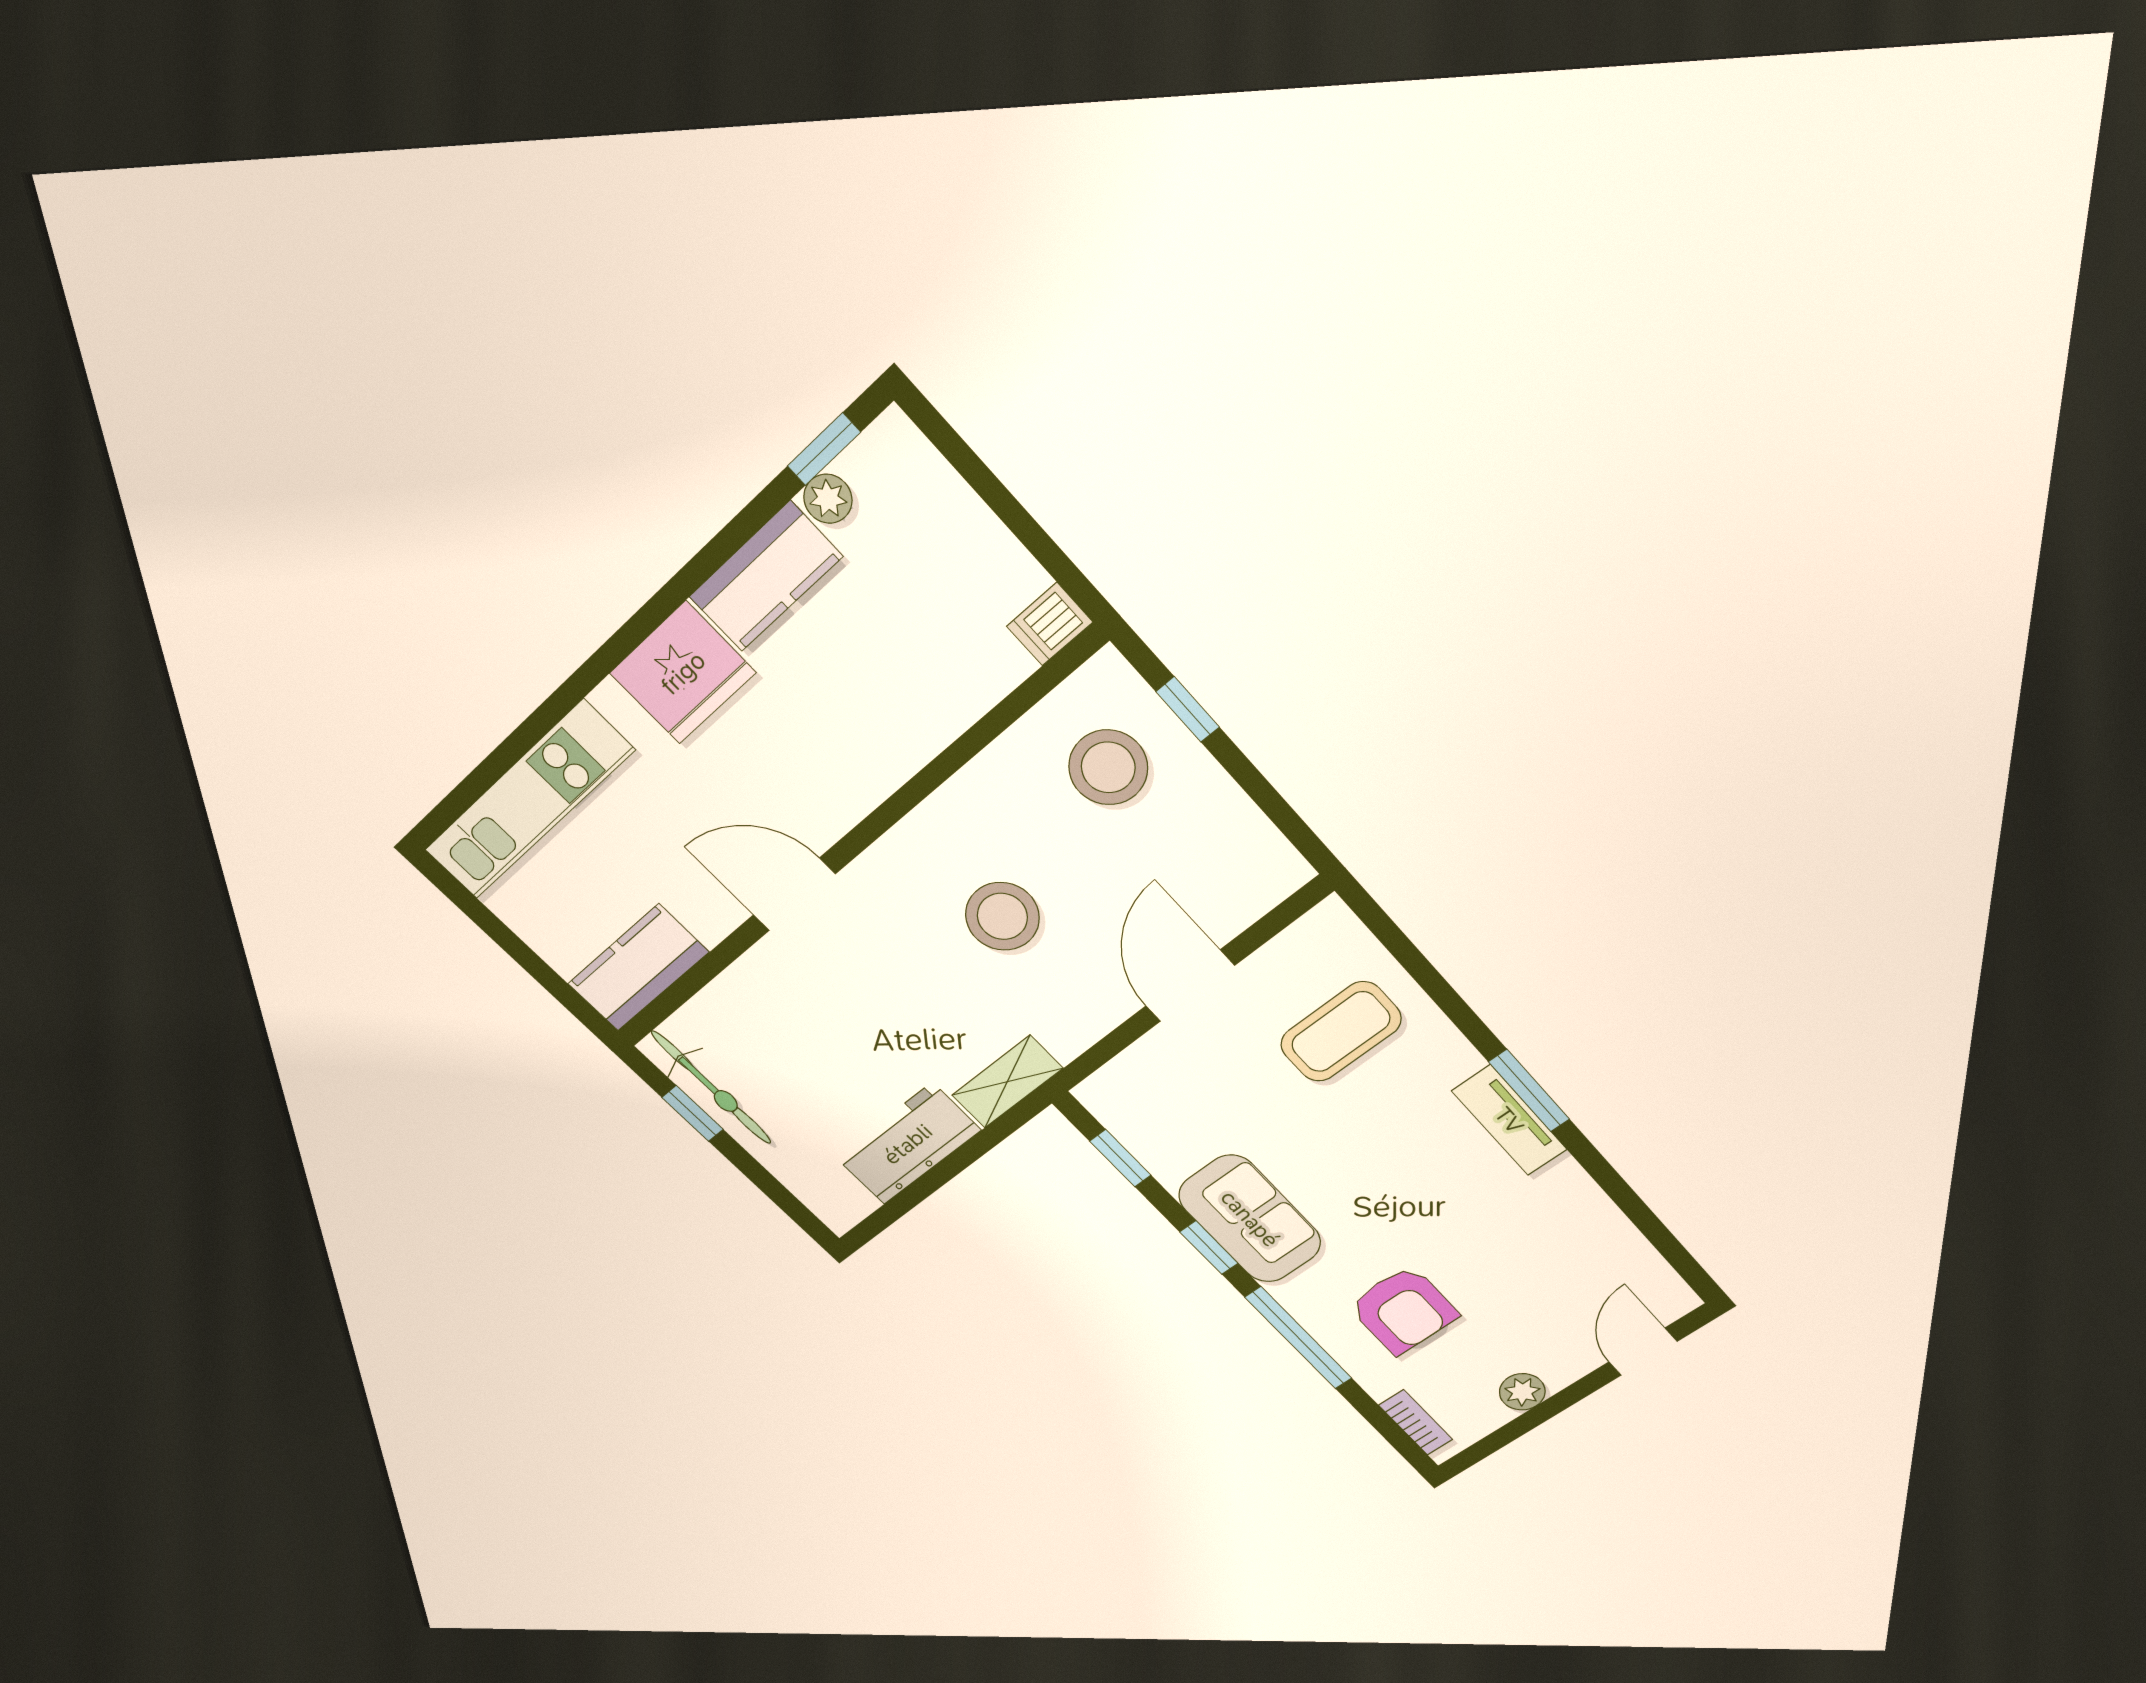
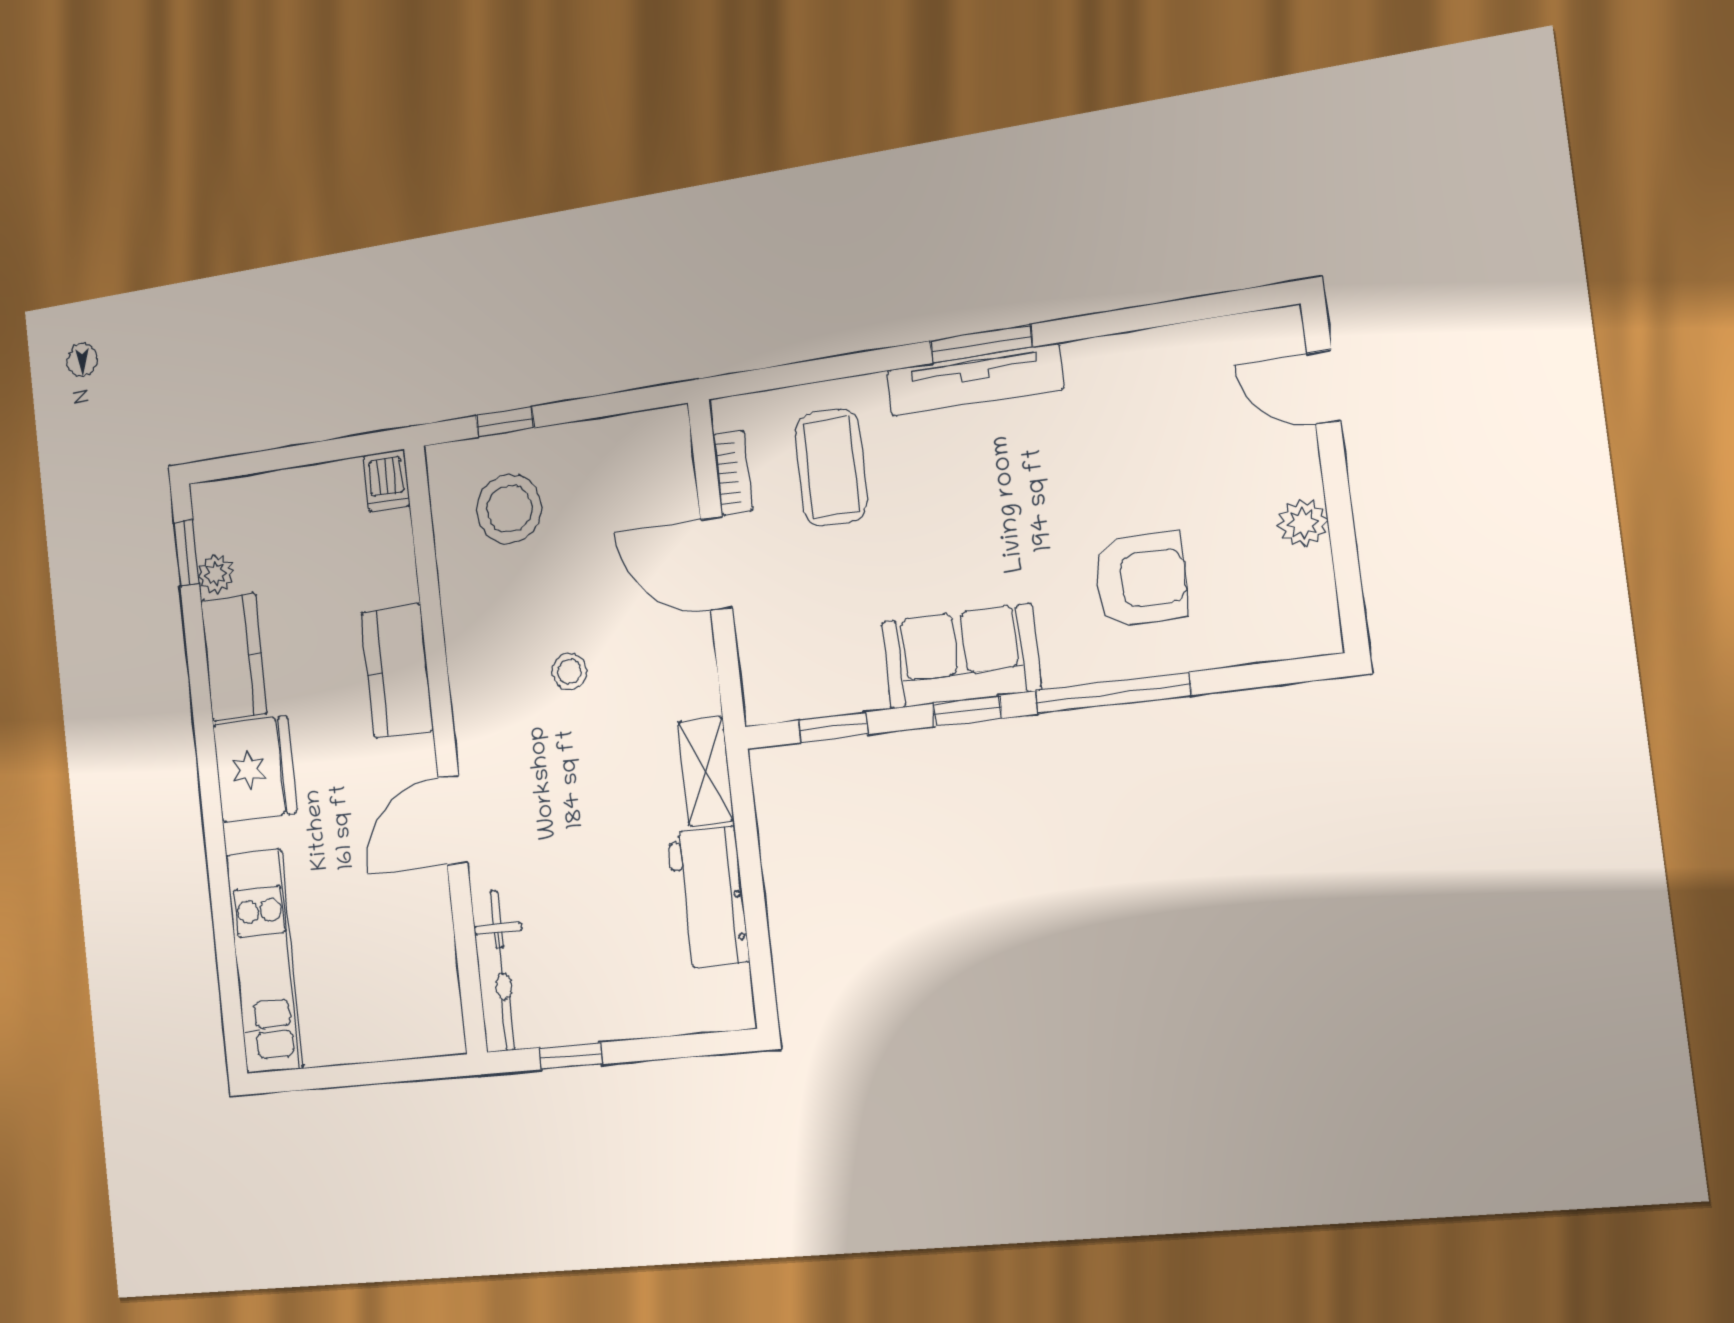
stool: (1002, 916) -> (569, 672), width x0.53, depth x0.53
kitchen counter: (638, 968) -> (397, 671), moved
bicycle: (712, 1088) -> (502, 970), moved, turned 90
tv unit: (1509, 1120) -> (975, 380), width x1.41
bookcase: (1416, 1422) -> (733, 472), moved, turned 90

